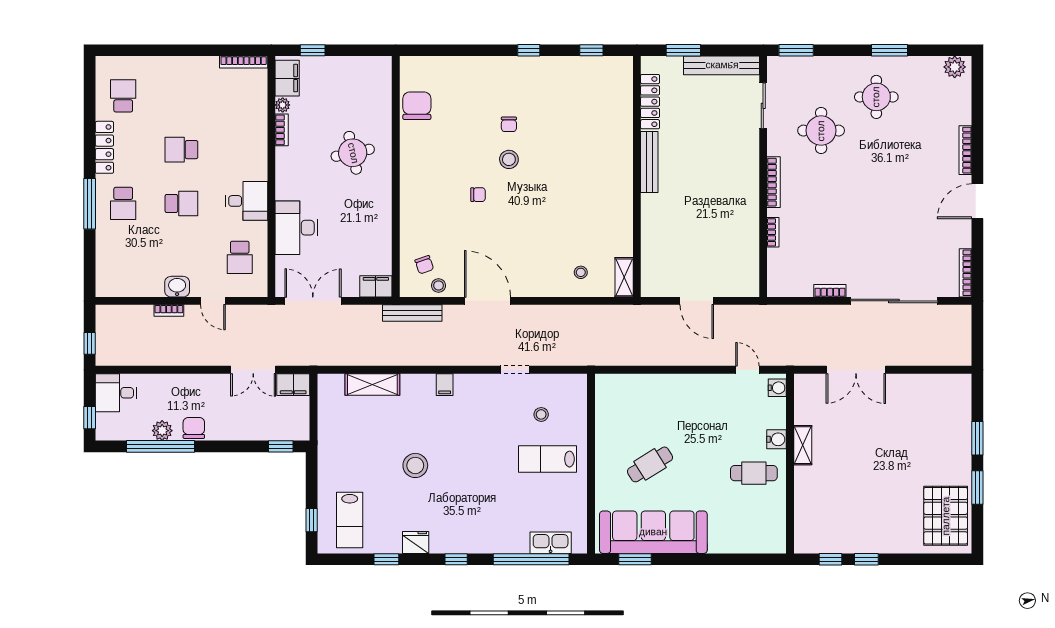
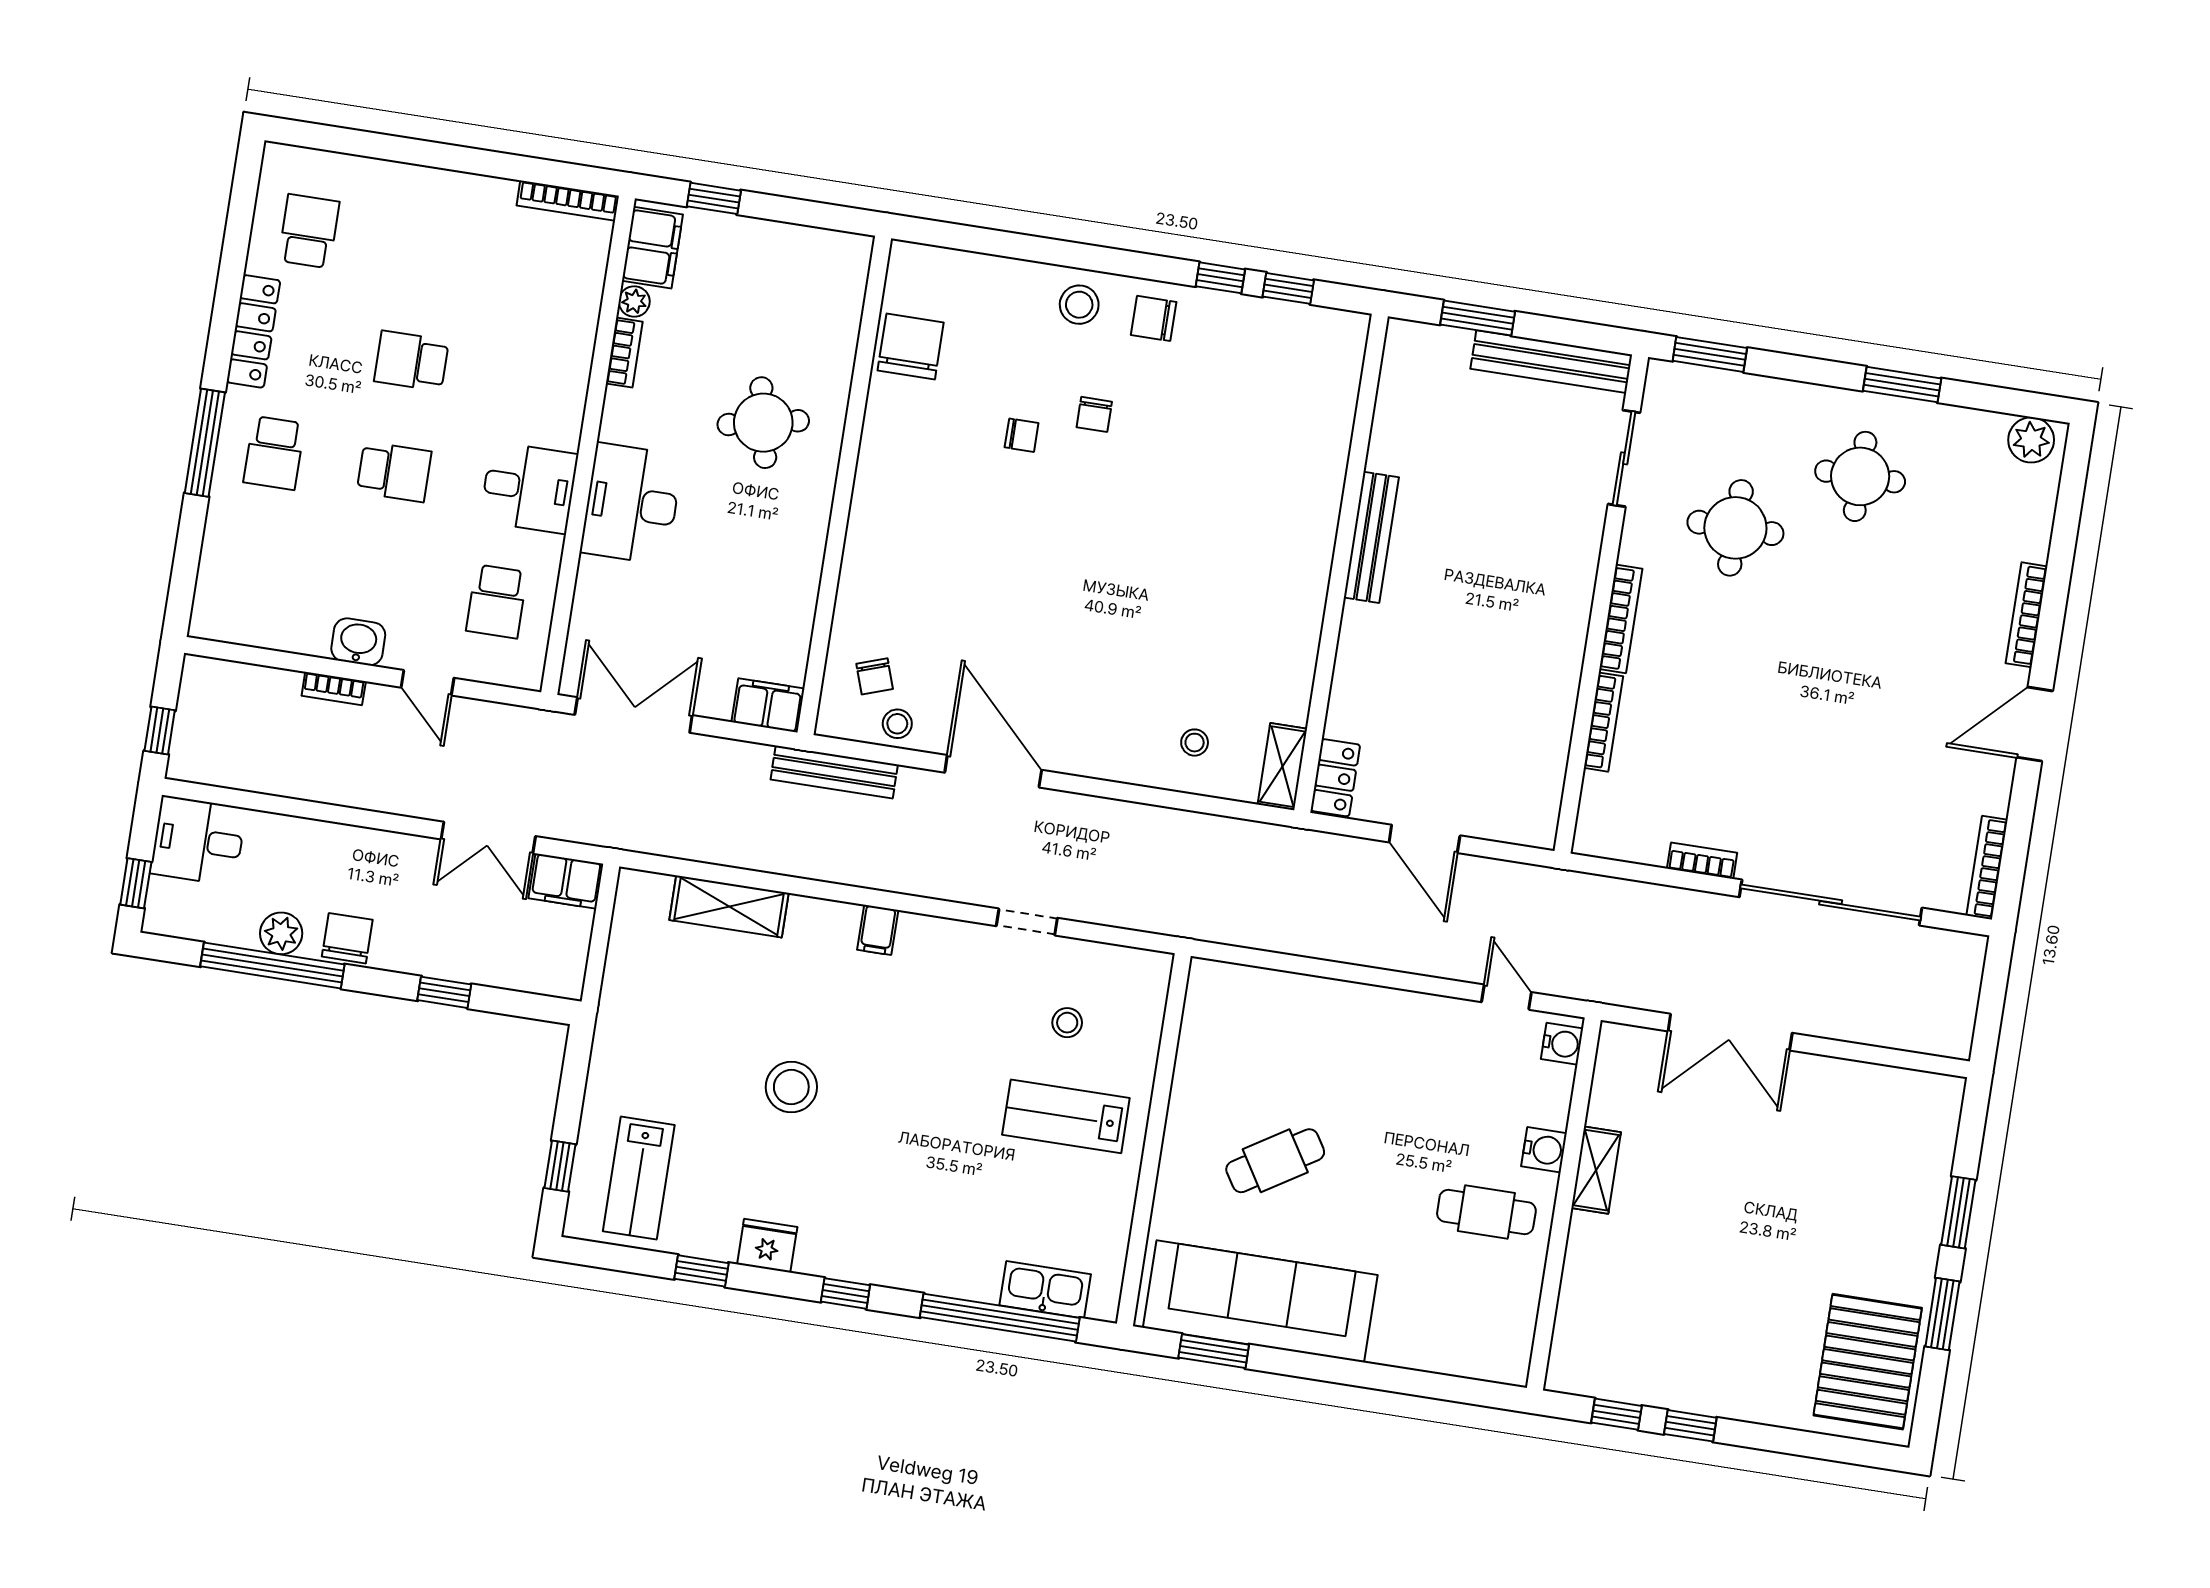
window: (529, 50) -> (1220, 278), moved
chair: (530, 74) -> (1154, 318), added
locker: (650, 102) -> (1335, 778), moved, width x0.66
stool: (509, 159) -> (1079, 305), moved
chair: (478, 195) -> (1022, 435), moved
desk: (296, 228) -> (632, 504), moved
bookcase: (773, 232) -> (1603, 722), width x1.56
window: (281, 446) -> (444, 992), moved

